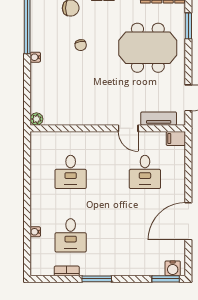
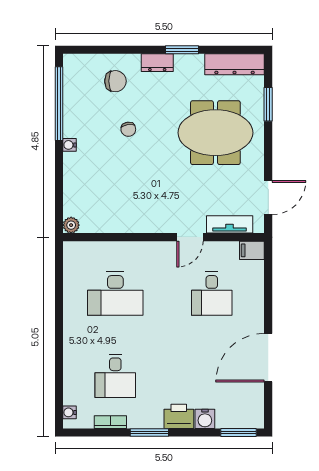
door: (128, 128) -> (190, 237), hinge flipped
desk: (71, 172) -> (115, 294), width x1.37
water cooler: (35, 232) -> (69, 412), moved
printer: (120, 266) -> (179, 416), added
water cooler: (173, 268) -> (205, 419), moved

